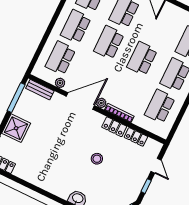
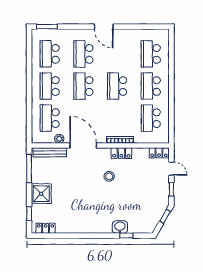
bench: (40, 90) -> (50, 152), width x1.36
door: (80, 101) -> (83, 146), hinge flipped
plant: (101, 103) -> (101, 139), removed
locker: (136, 137) -> (159, 153), moved
stool: (97, 159) -> (109, 176), moved

